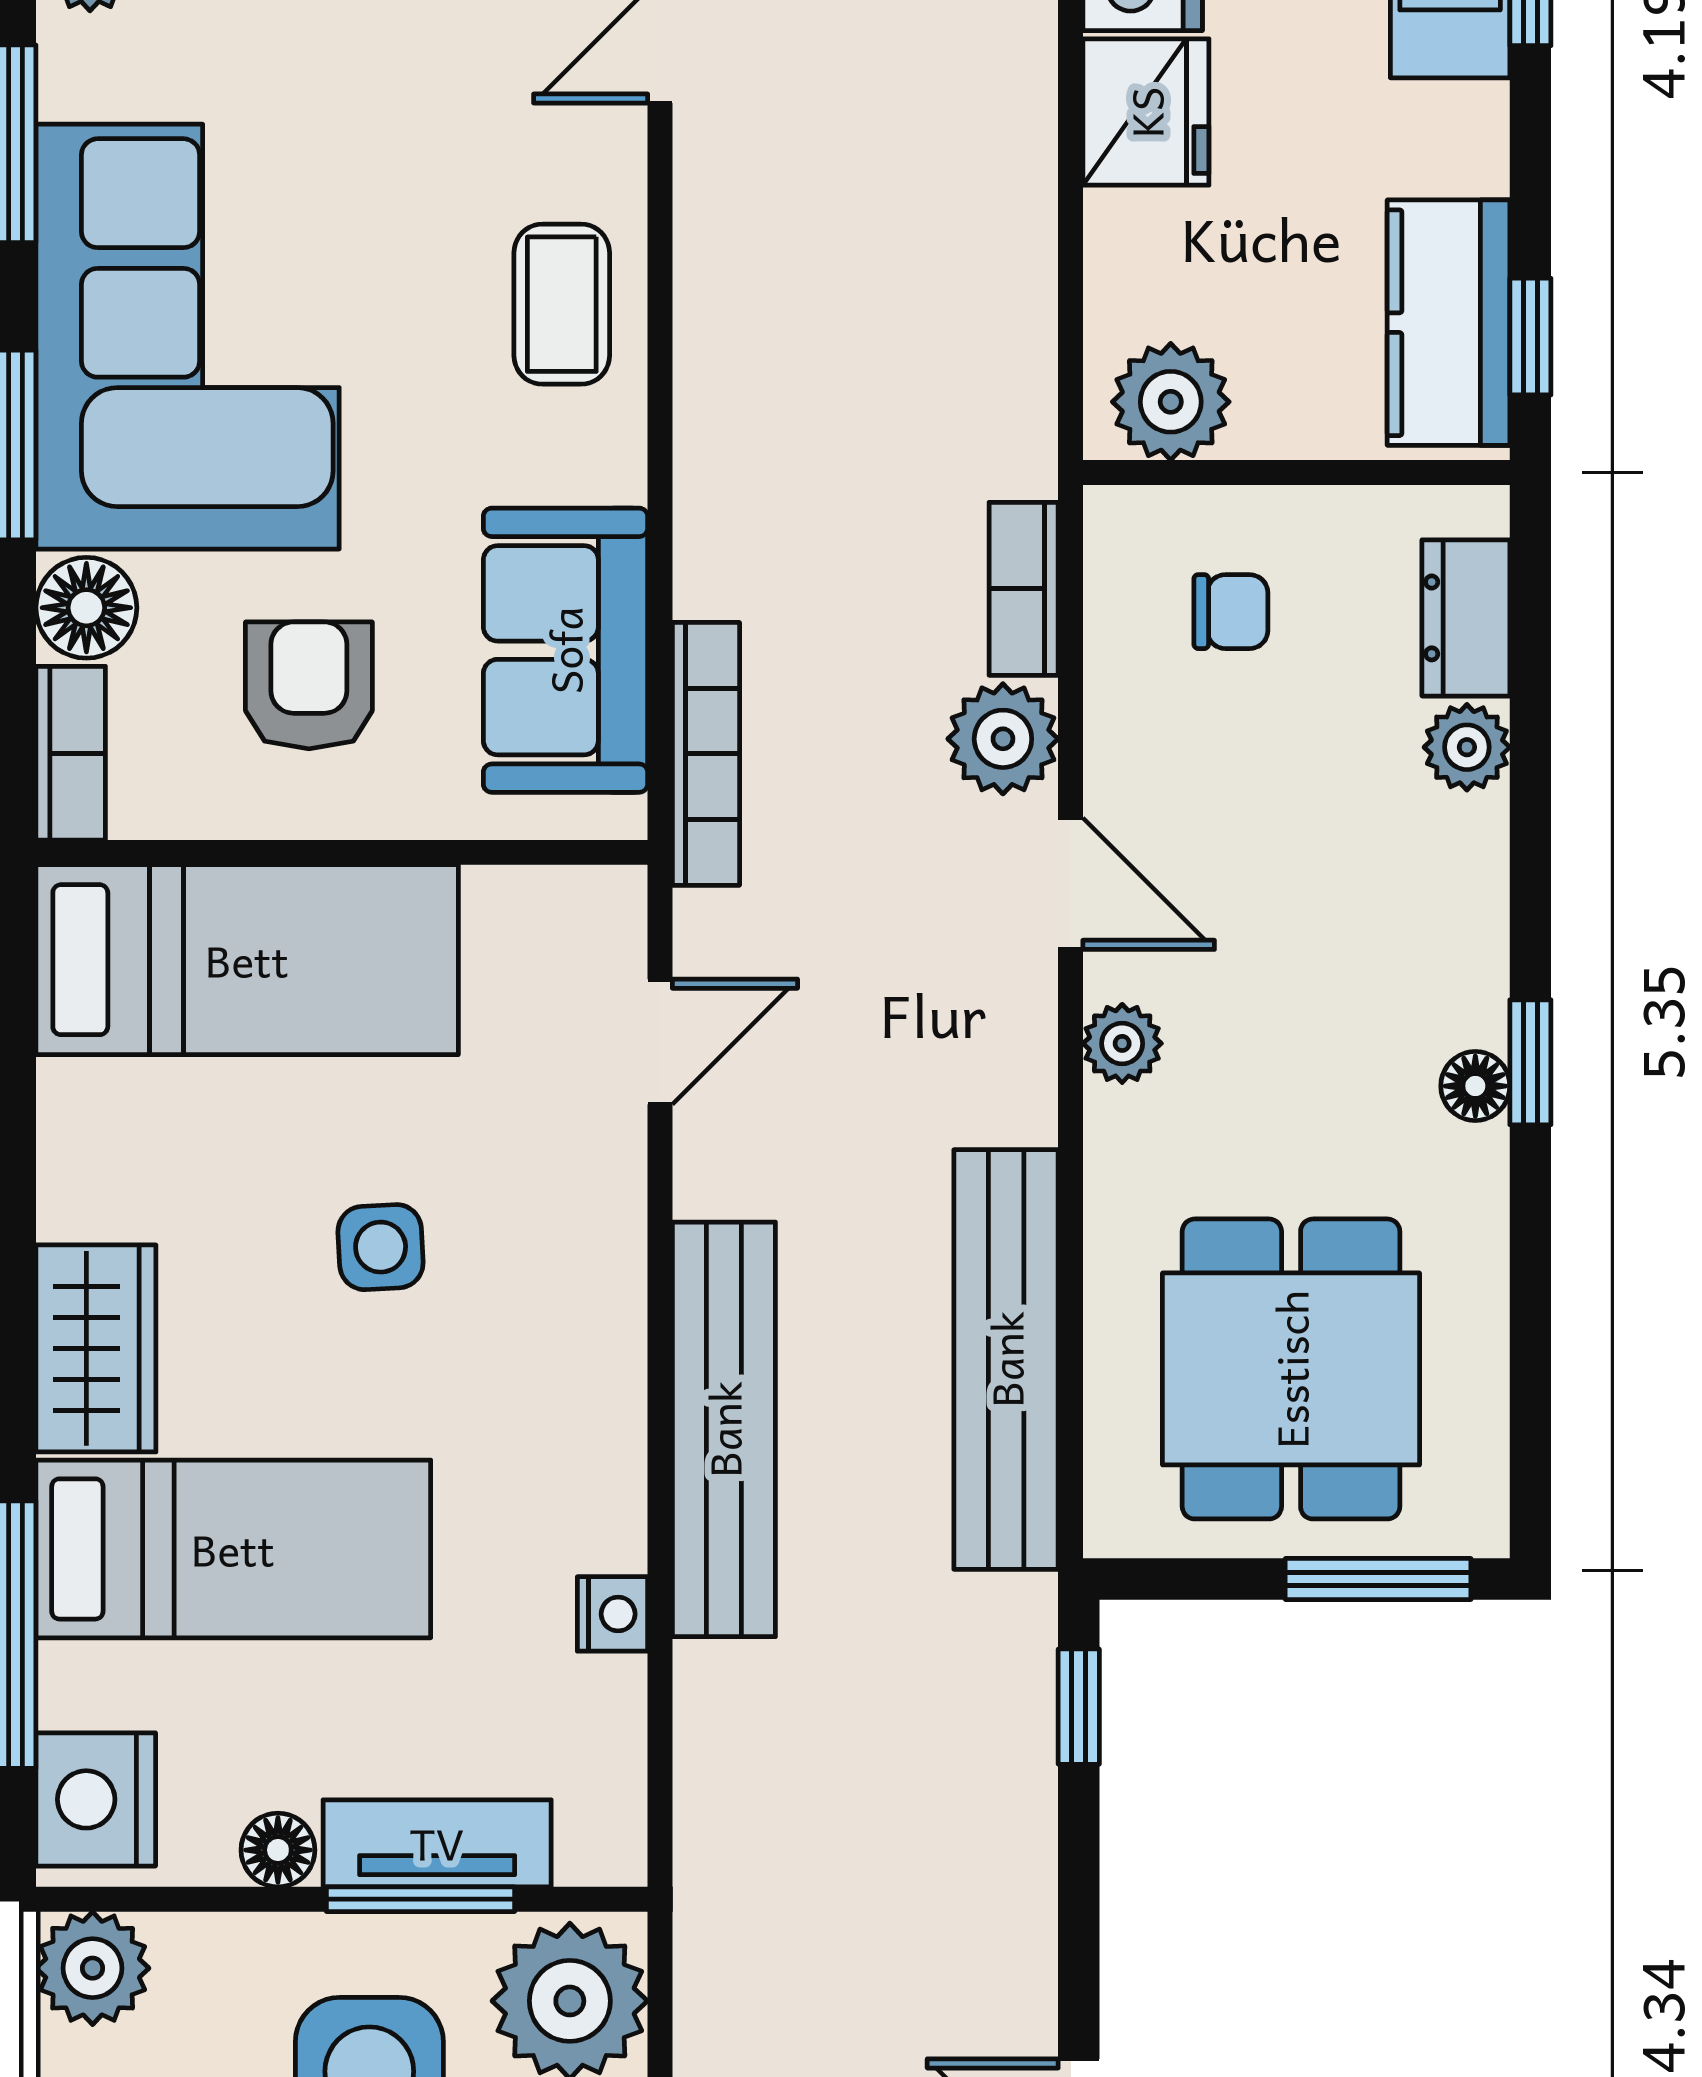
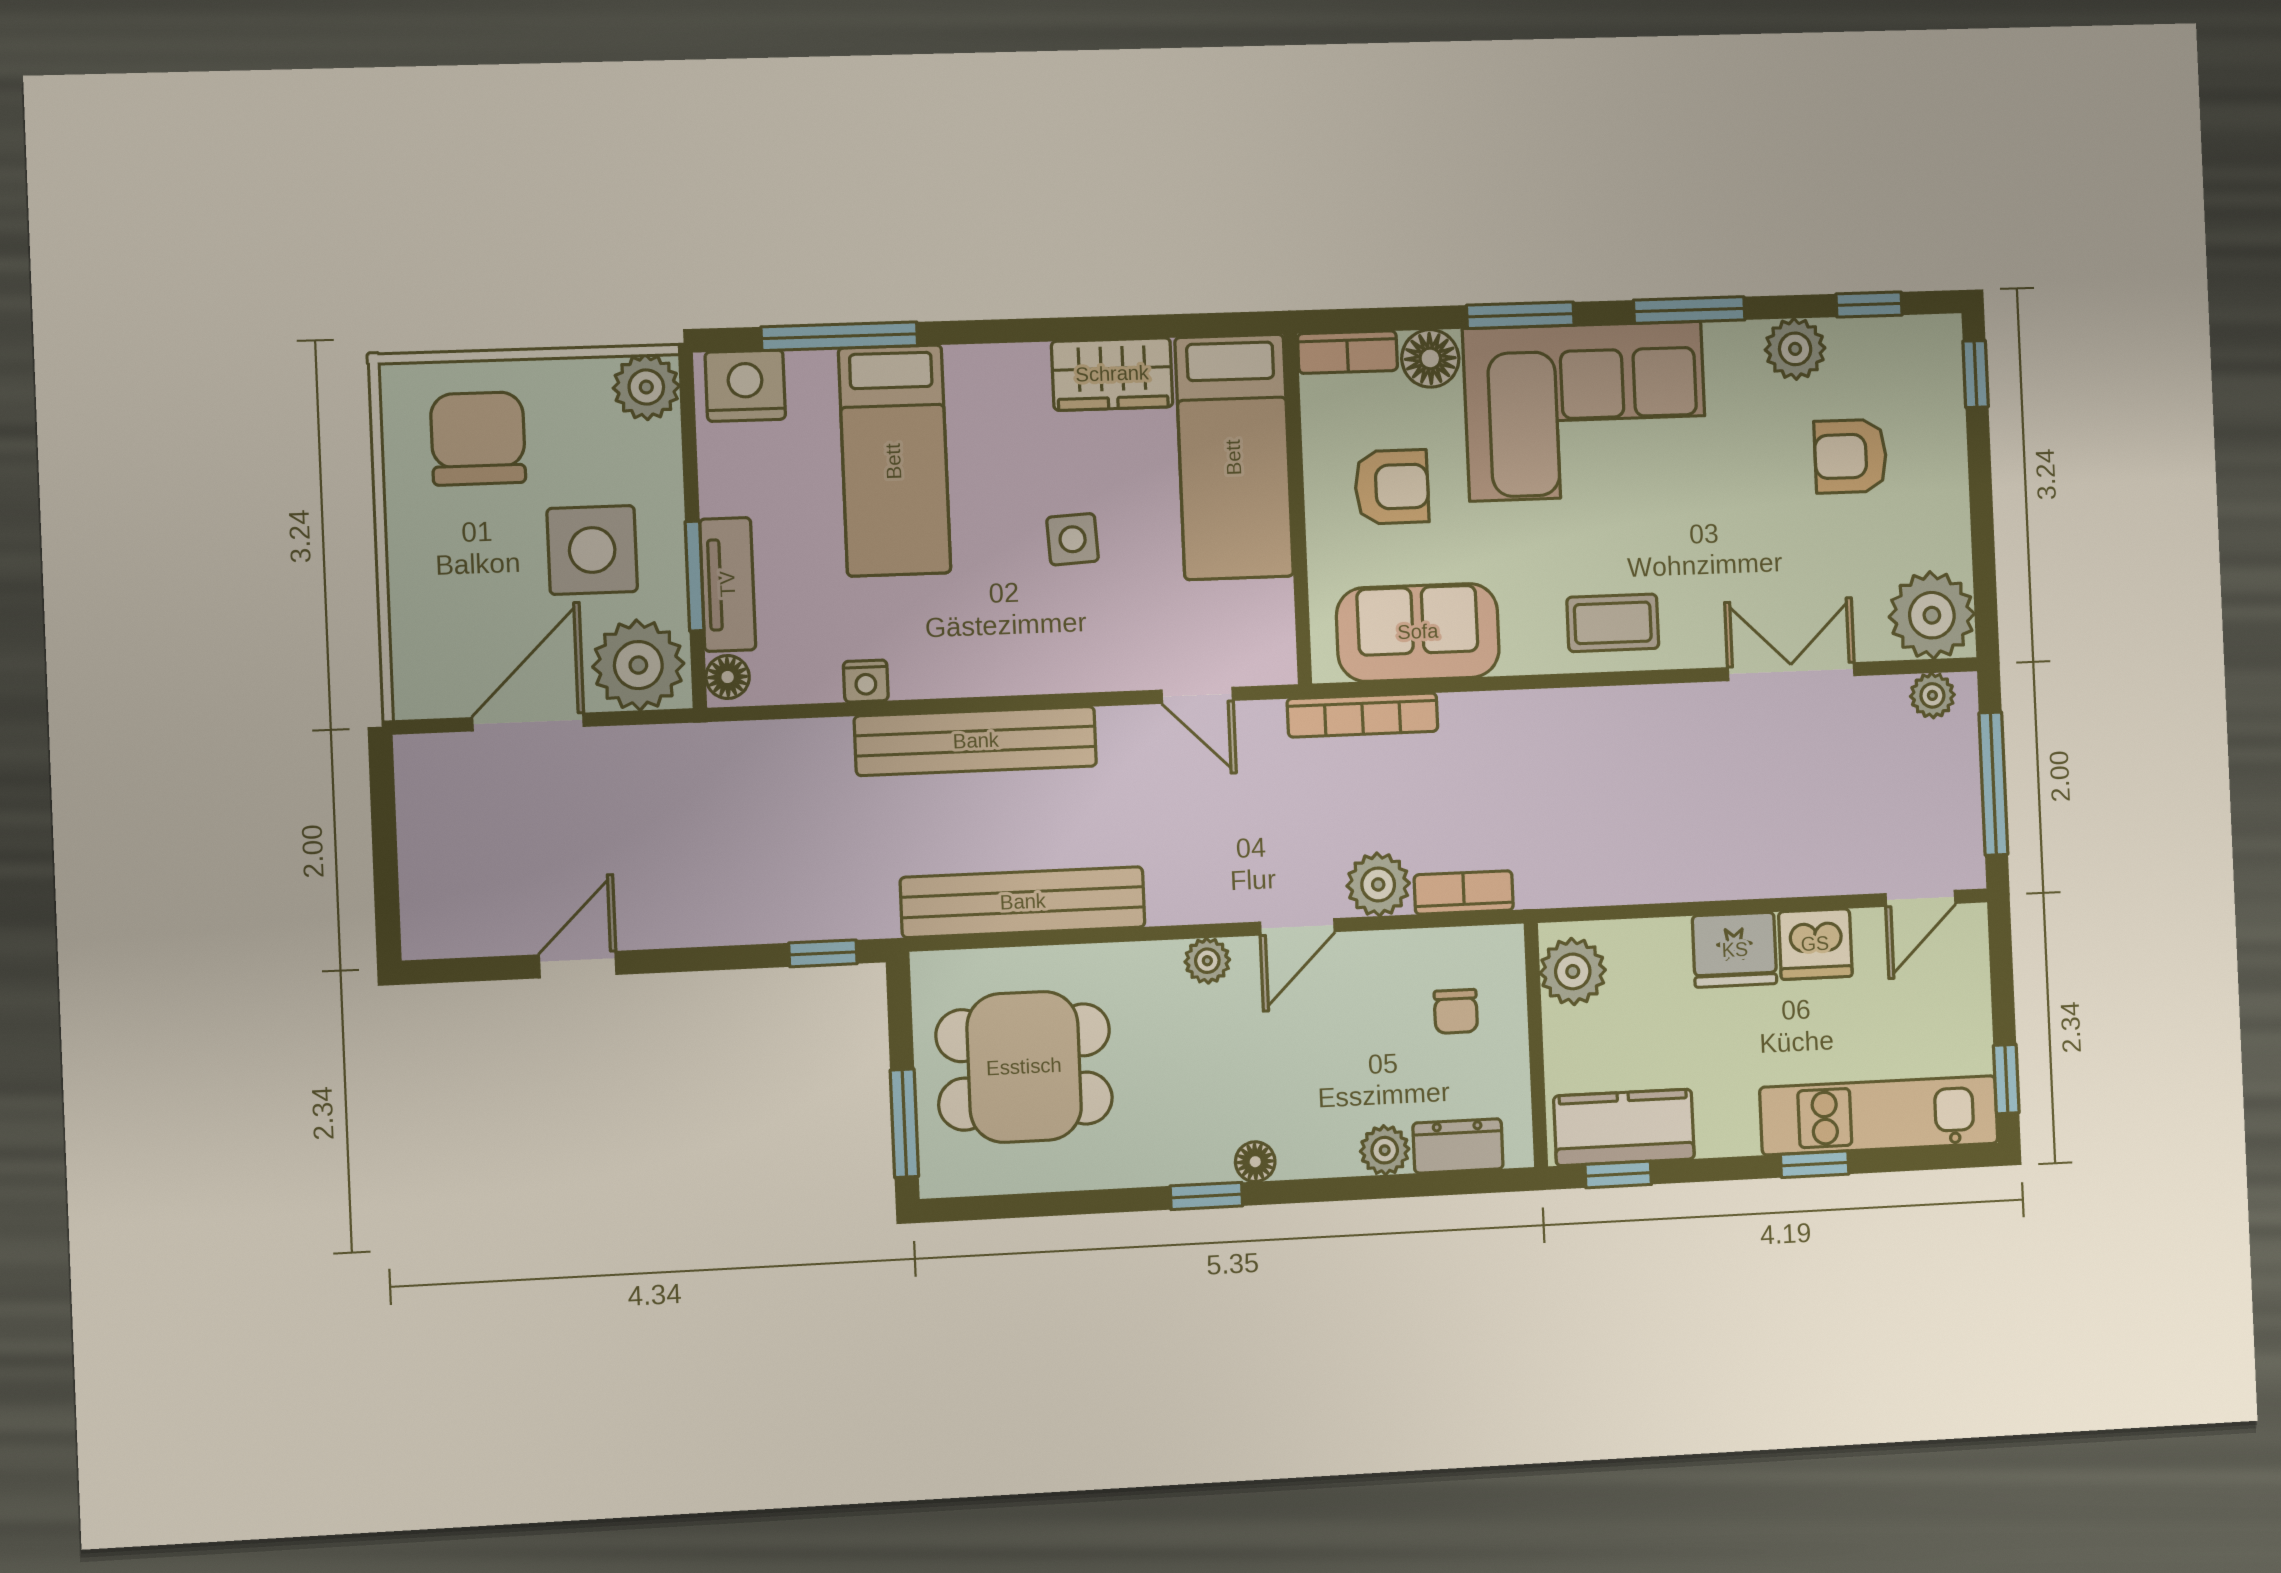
floor lamp: (1475, 1086) -> (1255, 1162), moved
wardrobe: (96, 1348) -> (1112, 374), moved
floor lamp: (278, 1850) -> (728, 677), moved

